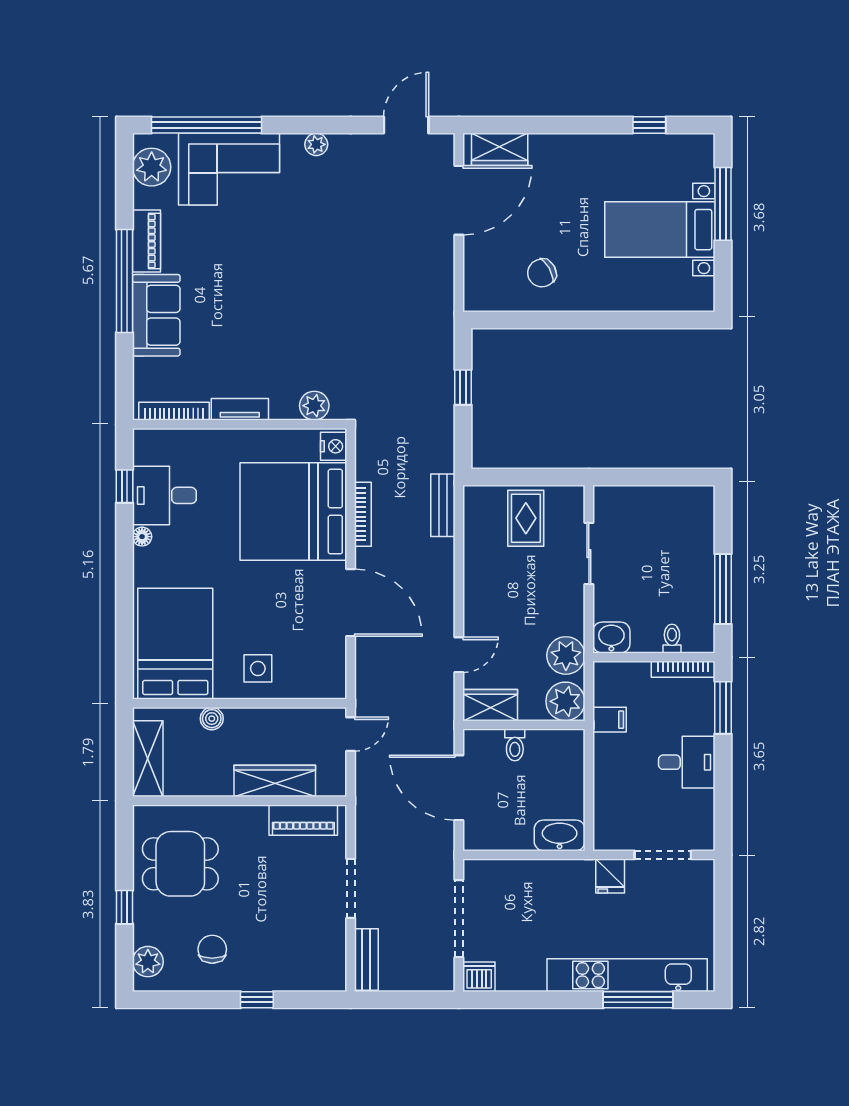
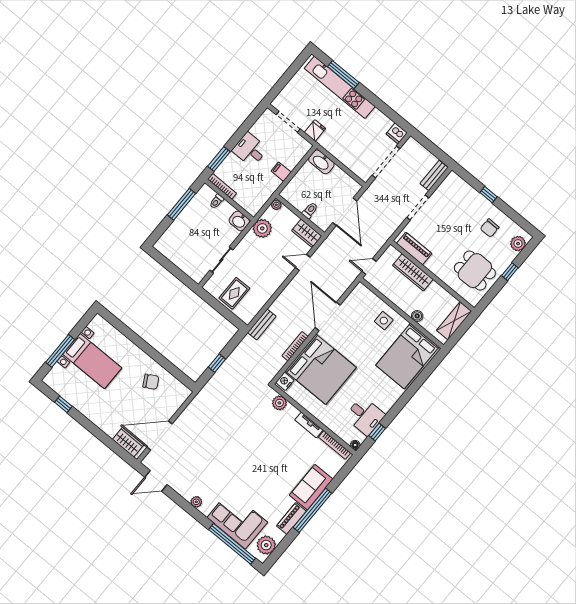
floor lamp: (142, 537) -> (355, 445), moved
plant: (565, 701) -> (276, 205), width x0.53, depth x0.53
filing cabinet: (610, 720) -> (281, 172), moved

